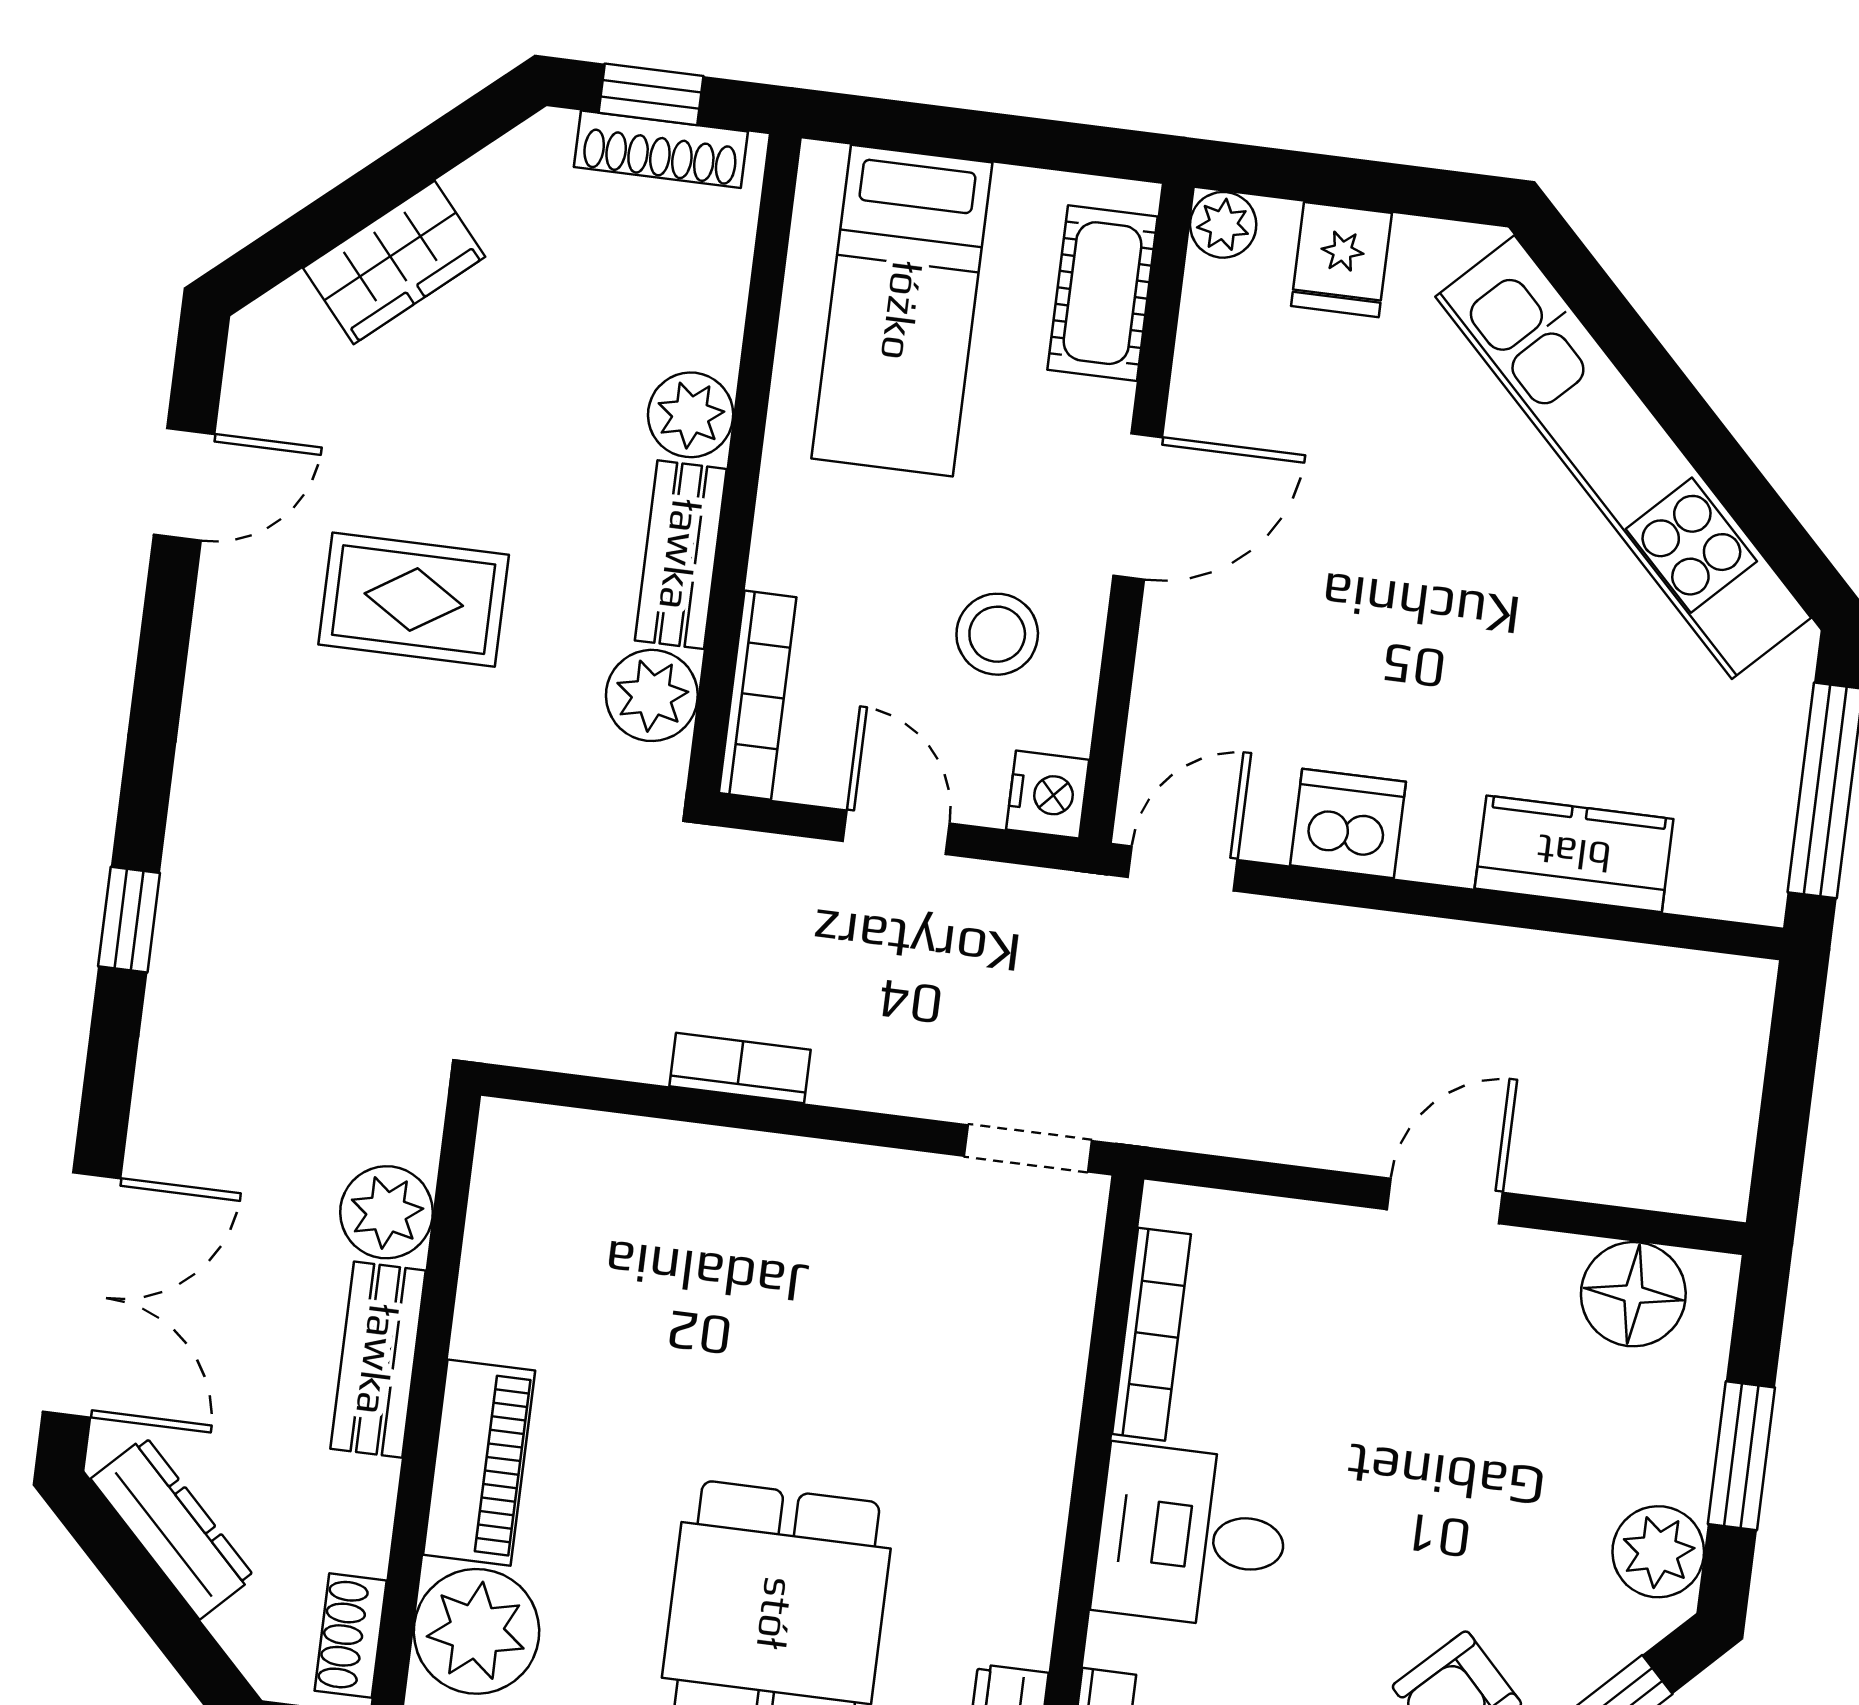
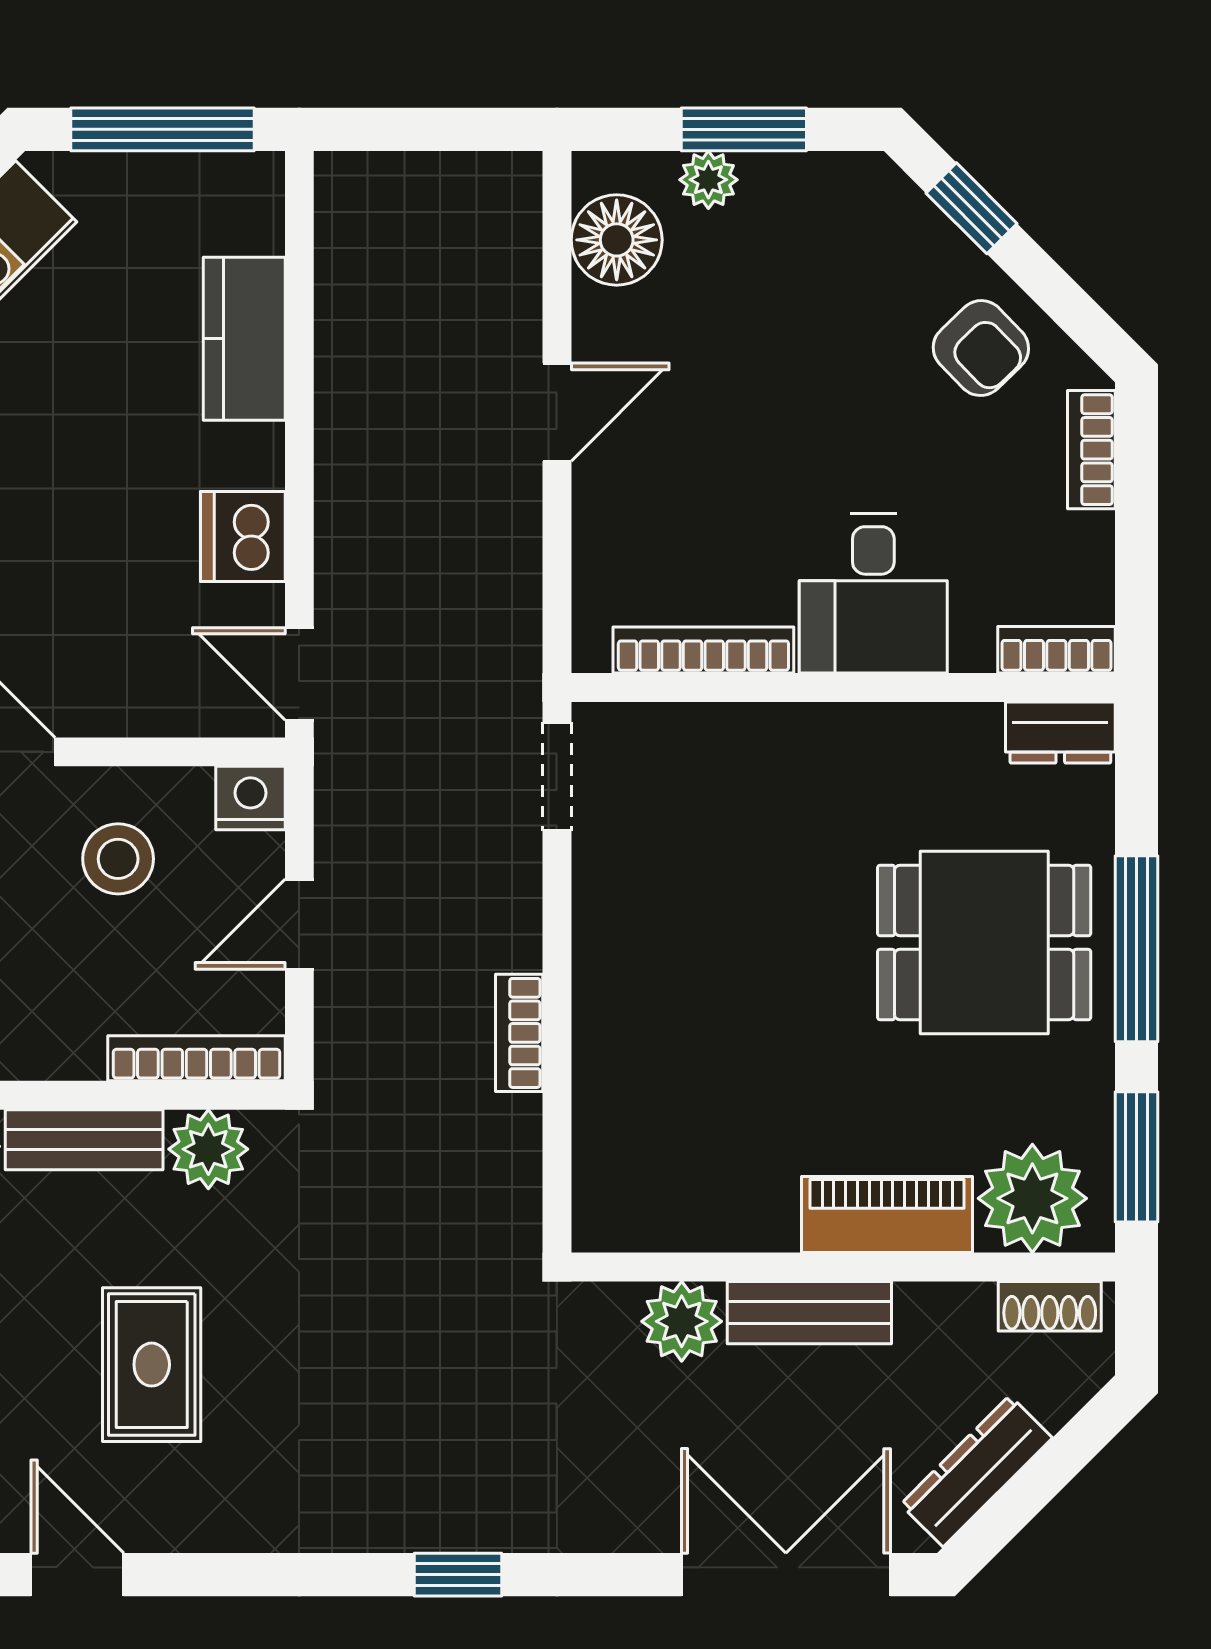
door: (1445, 1201) -> (557, 412), swing flipped
plant: (1658, 1552) -> (708, 180), moved, width x0.73, depth x0.73

